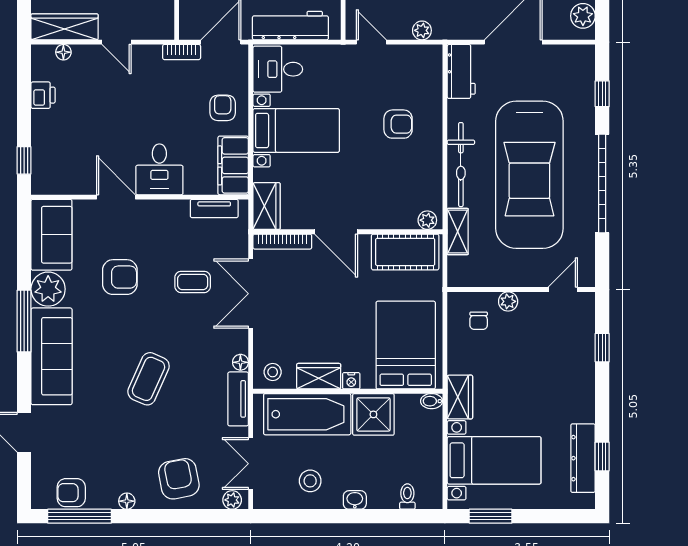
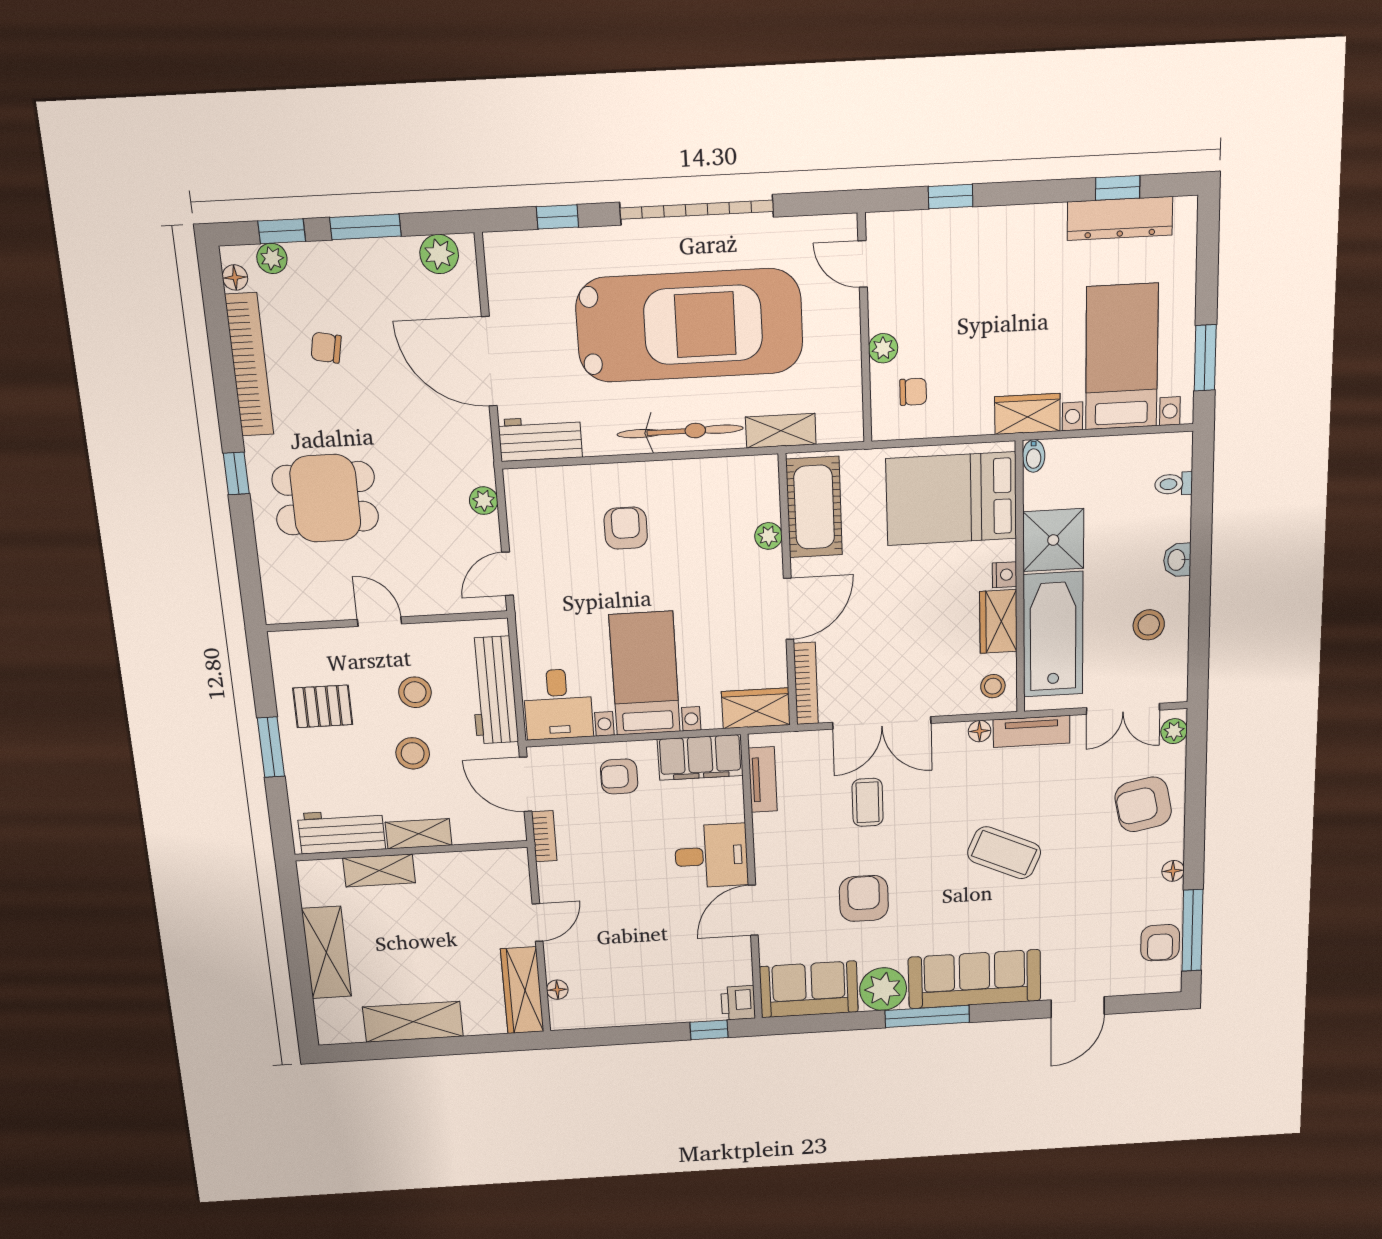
printer: (43, 95) -> (738, 1003), moved, turned -90
plant: (427, 220) -> (768, 536), moved

